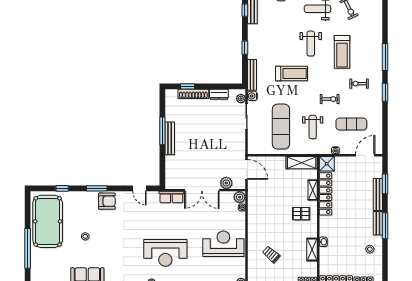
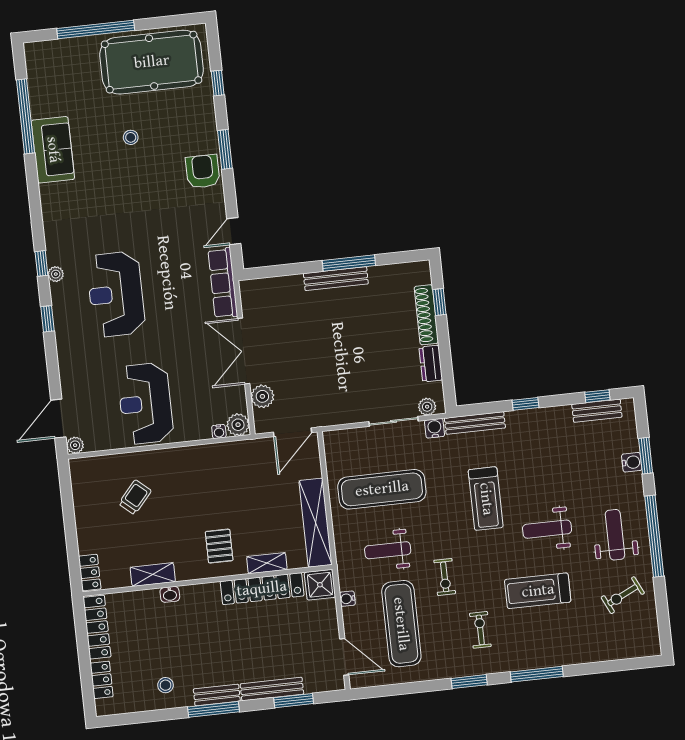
exercise mat: (351, 124) -> (401, 624), width x1.36, depth x1.45
shelving: (302, 163) -> (316, 523), width x1.47
row of seats: (171, 197) -> (223, 283), width x1.48
armchair: (107, 201) -> (203, 171), turned 180
reception desk: (223, 244) -> (145, 403), turned 180

